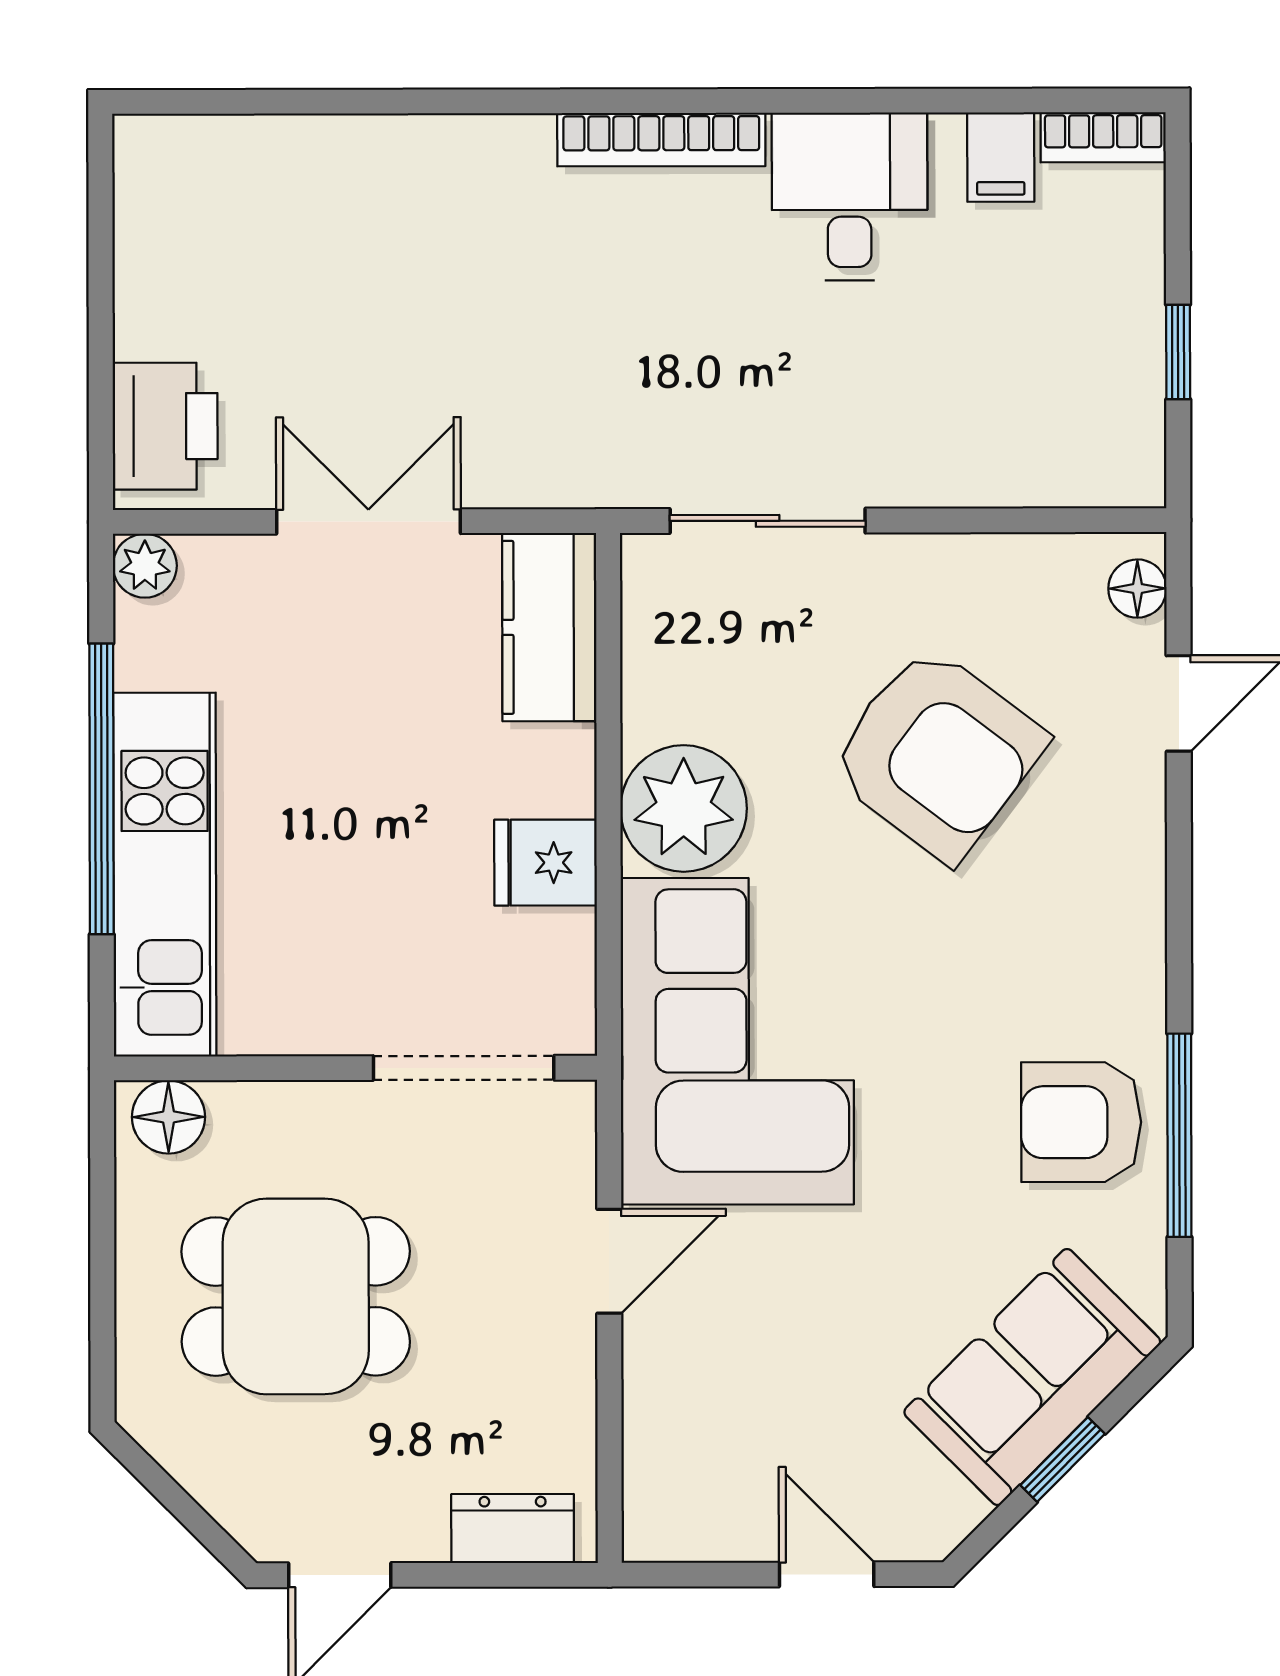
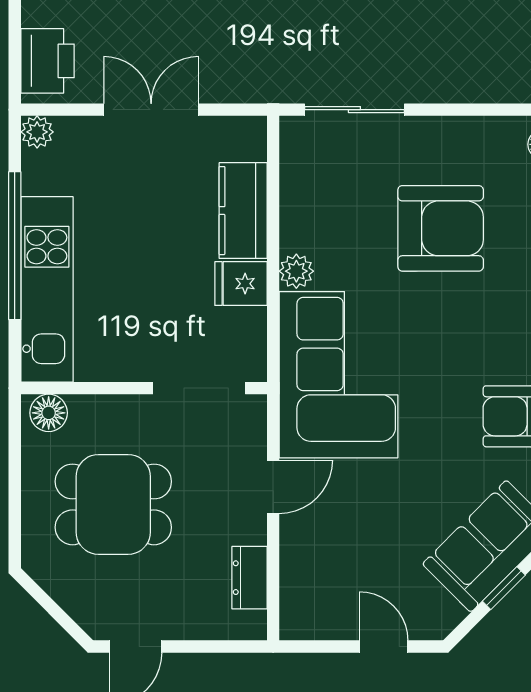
kitchen counter: (549, 627) -> (243, 211), moved
armchair: (937, 753) -> (441, 228), turned -37
plant: (684, 808) -> (296, 271), width x0.53, depth x0.53
dresser: (513, 1529) -> (249, 578), moved, turned -90

